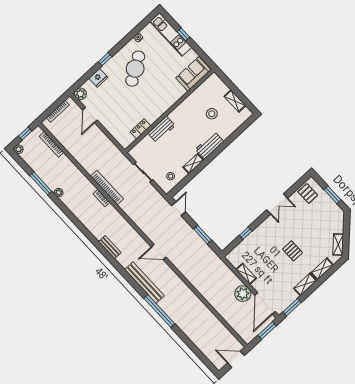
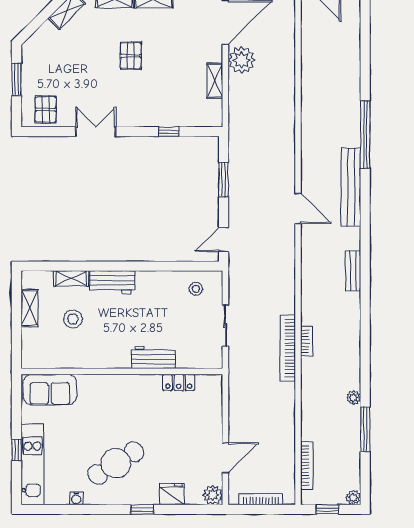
shelving: (193, 164) -> (71, 278), moved

